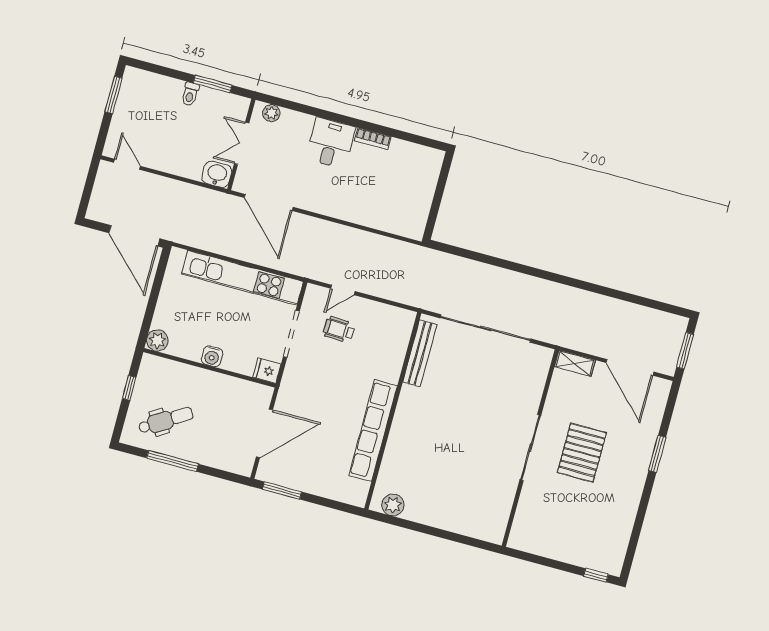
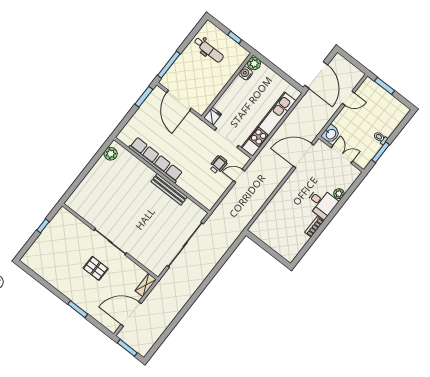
window: (113, 95) -> (385, 86), moved
plant: (271, 113) -> (339, 194), moved
door: (127, 164) -> (348, 98), moved
door: (134, 236) -> (316, 75), swing flipped
door: (343, 290) -> (239, 176), hinge flipped
bench: (420, 353) -> (169, 189), moved
water cooler: (212, 356) -> (246, 73), moved
dental chair: (166, 420) -> (209, 50), turned -58
pallet: (582, 453) -> (96, 268), width x0.67, depth x0.71
window: (172, 461) -> (169, 65), moved
window: (596, 575) -> (43, 226), moved

